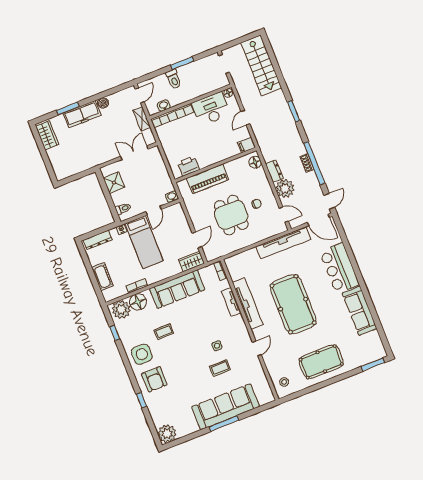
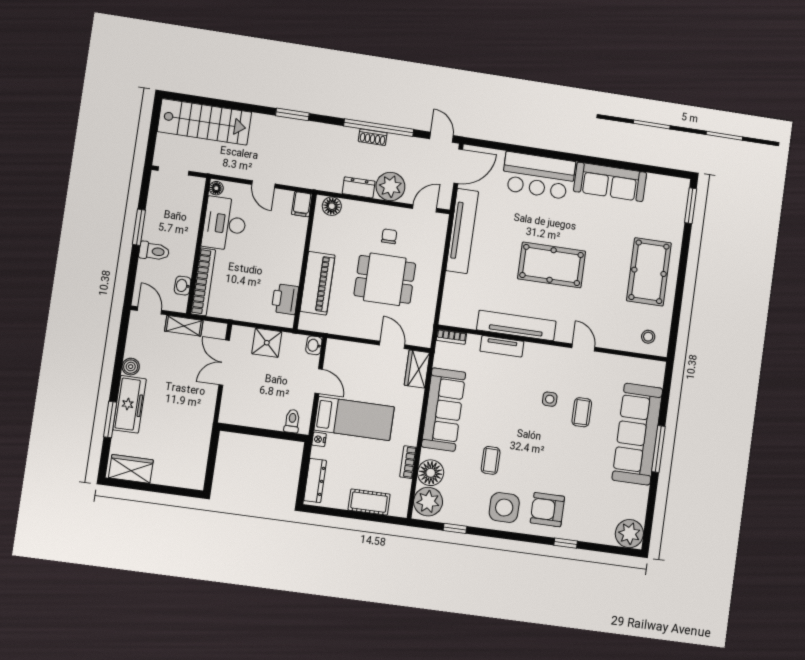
shower: (114, 183) -> (267, 343), moved
pool table: (293, 304) -> (552, 265), width x0.73, depth x0.76
armchair: (154, 379) -> (547, 510), turned 180

